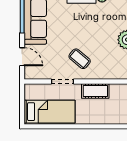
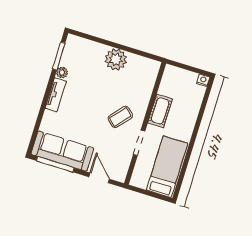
door: (22, 57) -> (99, 178), hinge flipped

